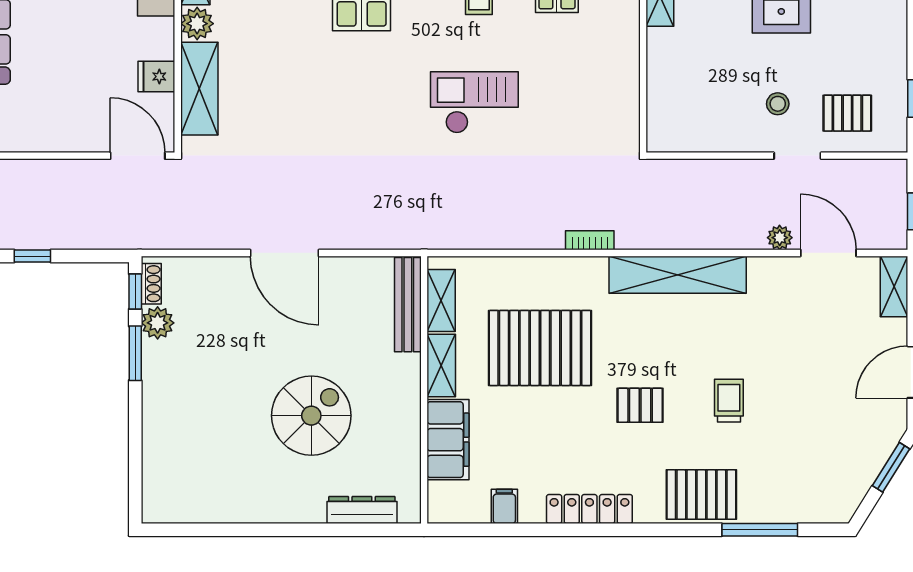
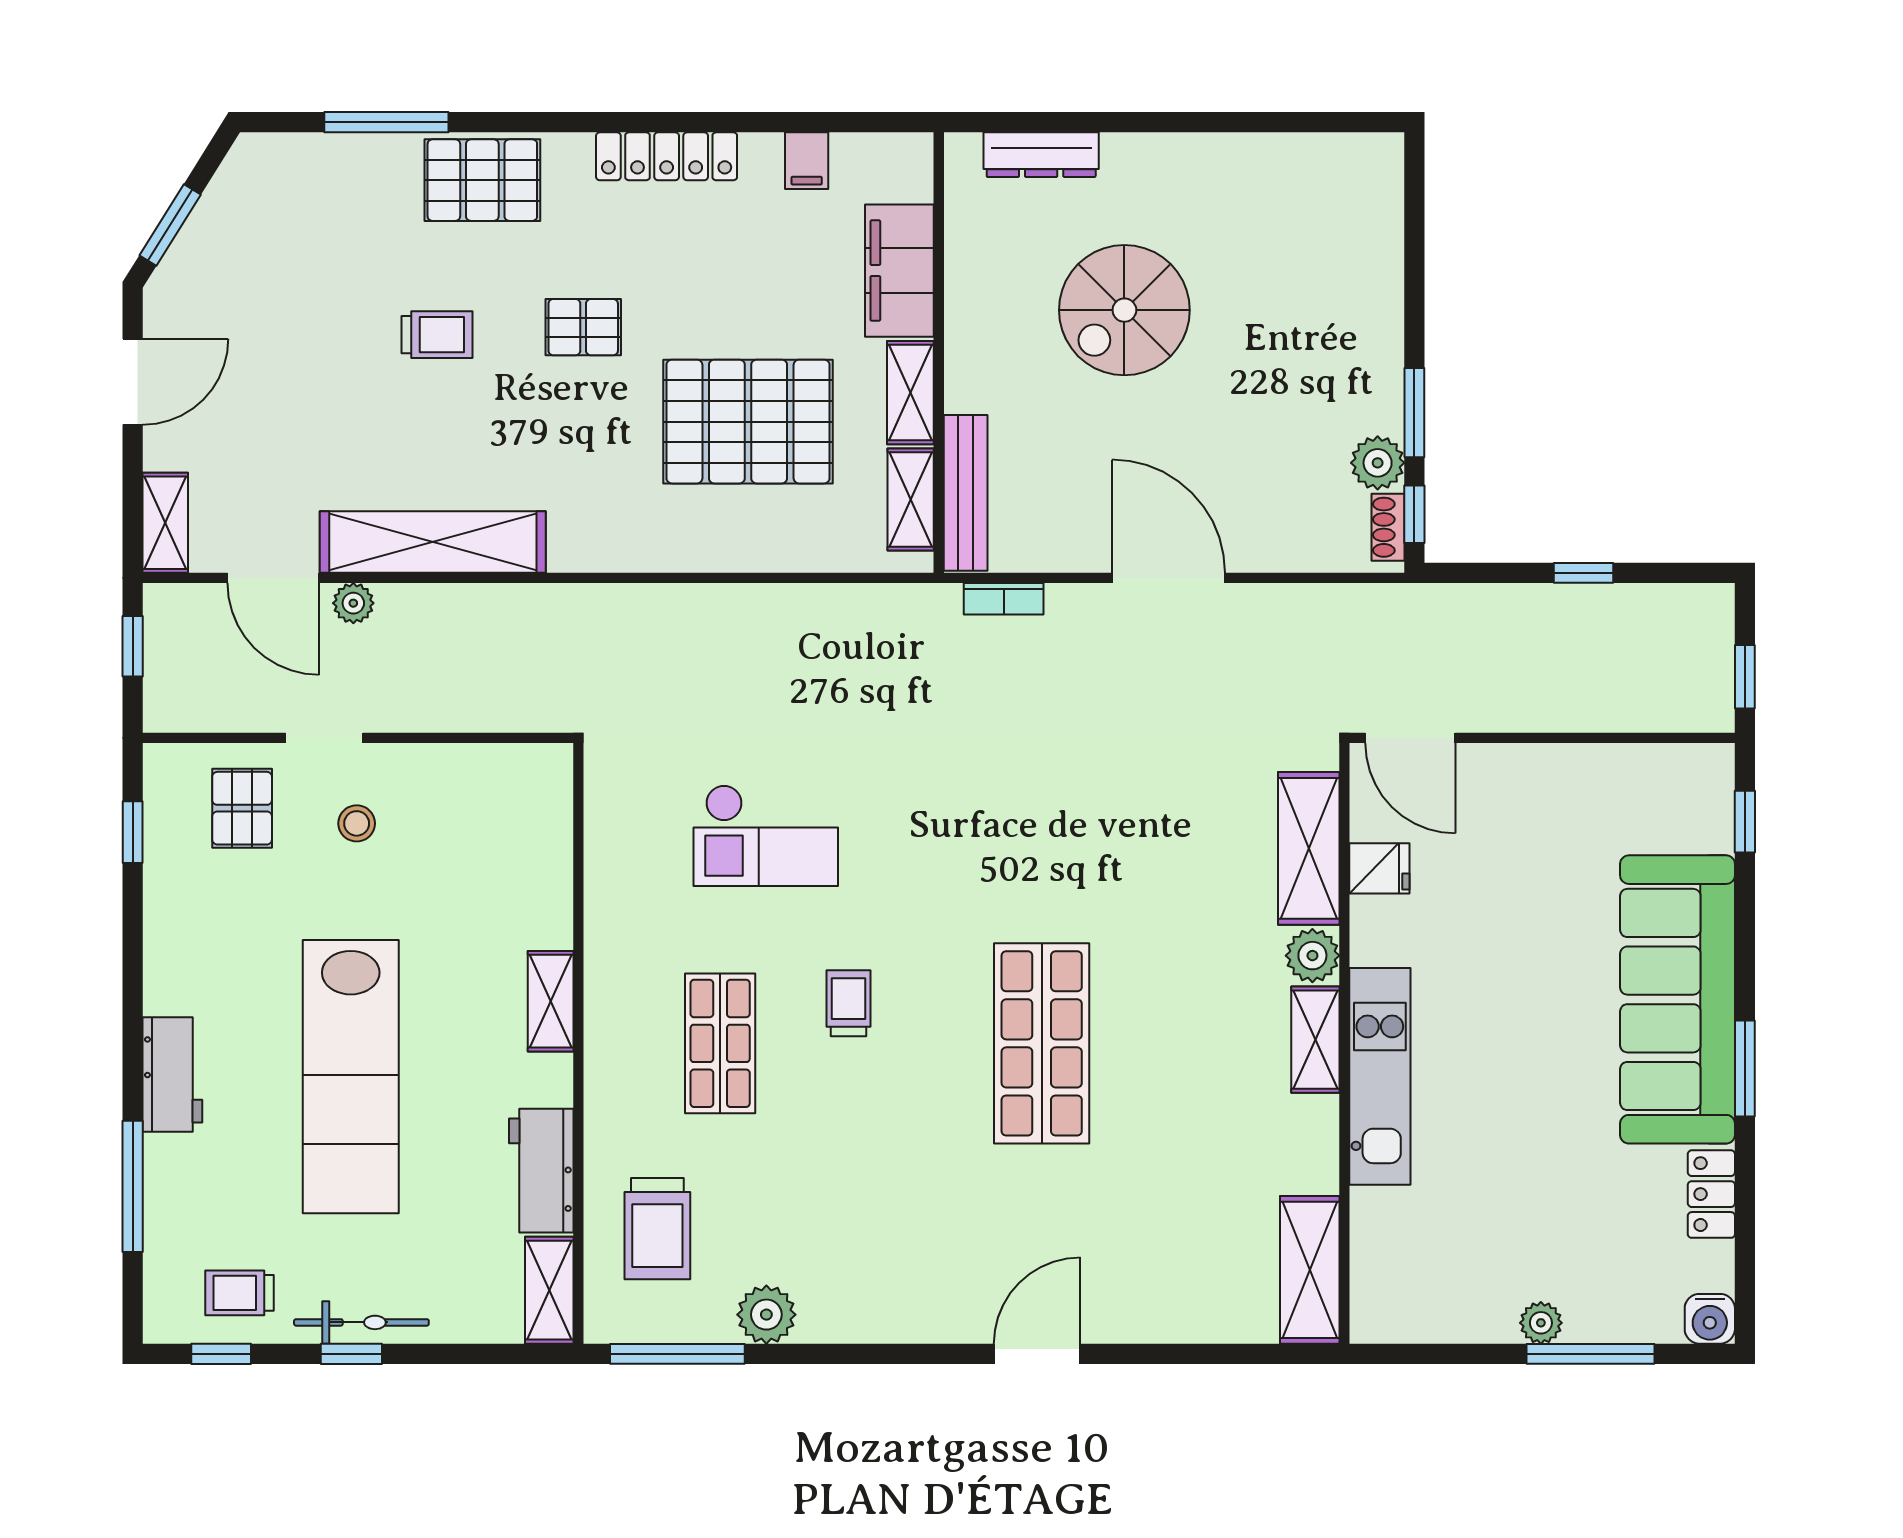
checkout: (474, 102) -> (766, 835), moved
pallet: (847, 113) -> (242, 808), turned 90
bookcase: (590, 240) -> (1004, 599), moved
shelving: (678, 275) -> (433, 542), moved
trolley: (729, 401) -> (437, 335), turned -90

